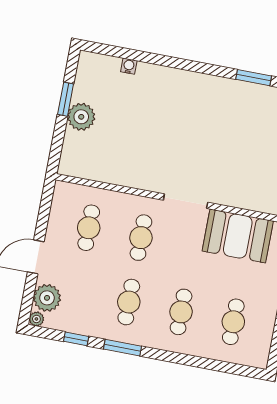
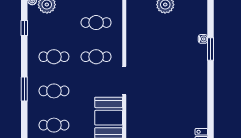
water cooler: (129, 66) -> (203, 39), moved
window: (254, 78) -> (211, 49), moved
window: (122, 348) -> (24, 89), moved

